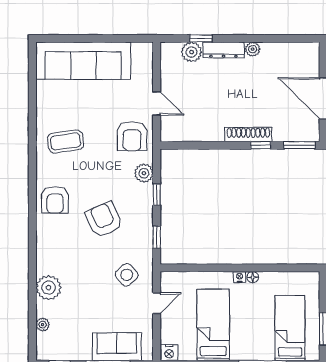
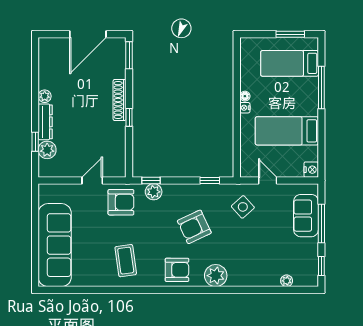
window: (261, 145) -> (129, 117), moved
window: (157, 195) -> (151, 180), moved
plant: (49, 288) -> (216, 276), moved

